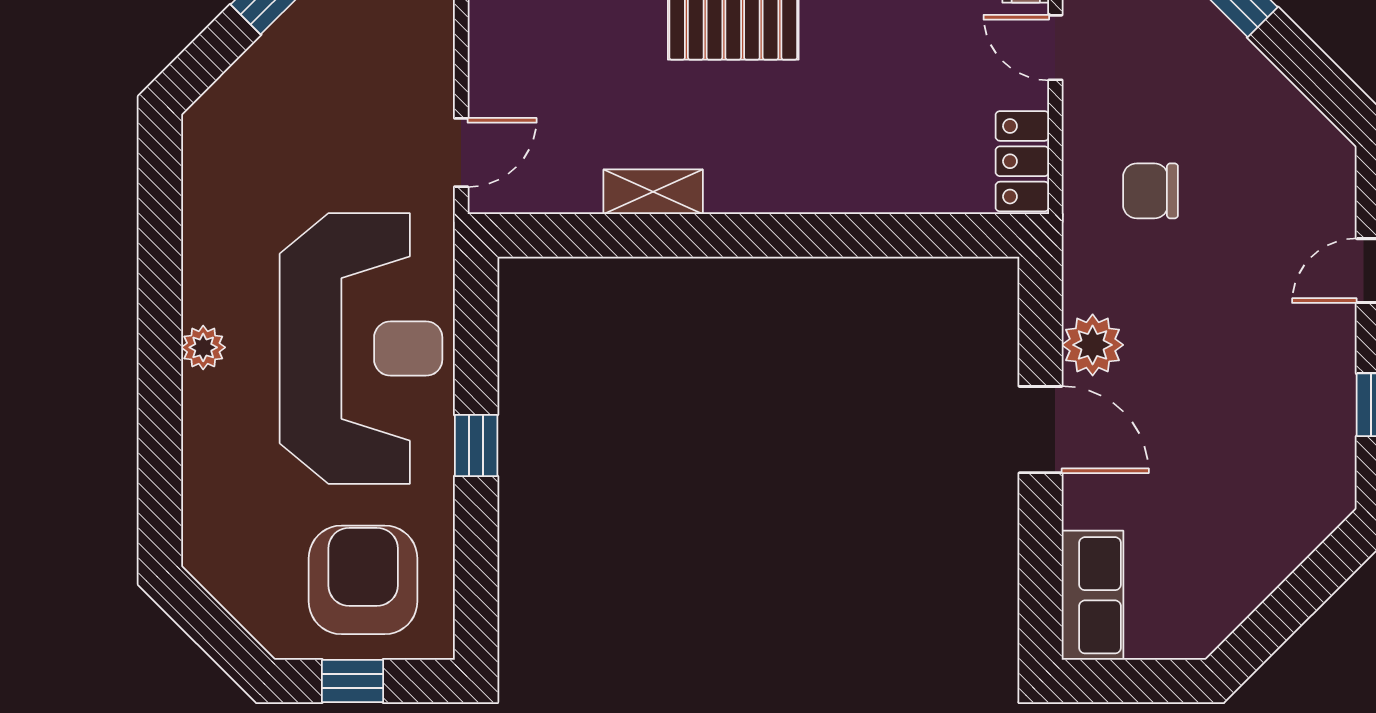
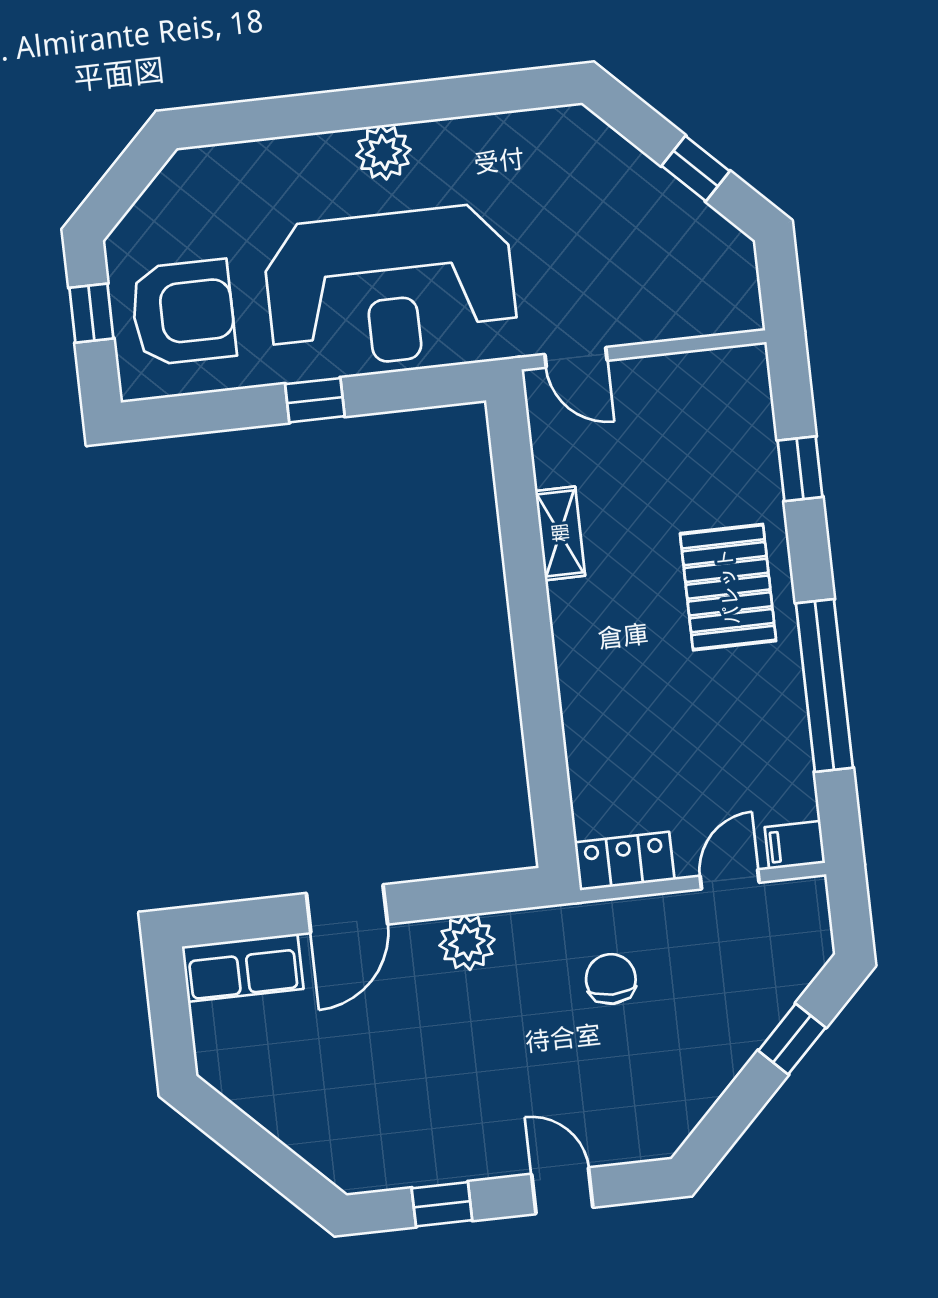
plant: (203, 347) -> (384, 152), width x1.38, depth x1.38
door: (1041, 430) -> (347, 909), moved

